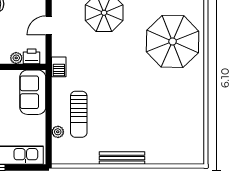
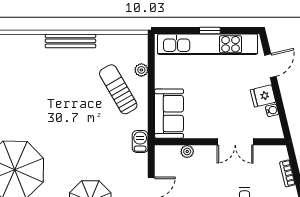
printer: (32, 56) -> (170, 153), removed
sun lounger: (79, 114) -> (118, 89), turned -30

